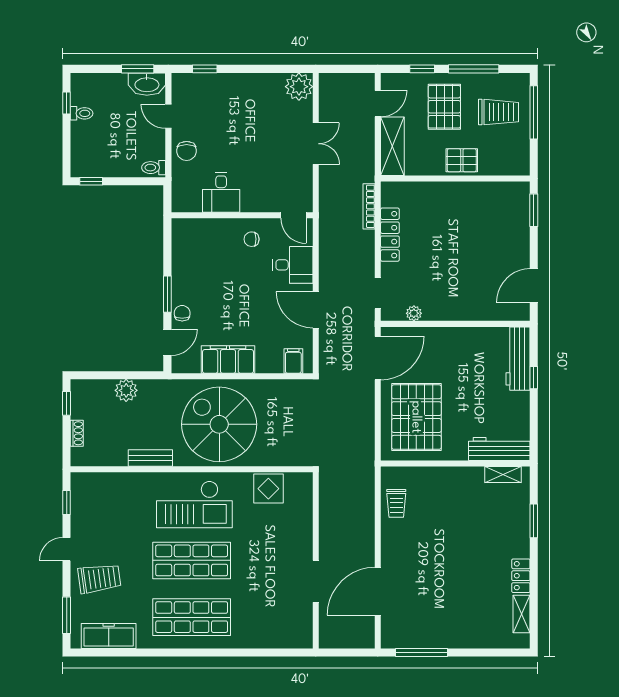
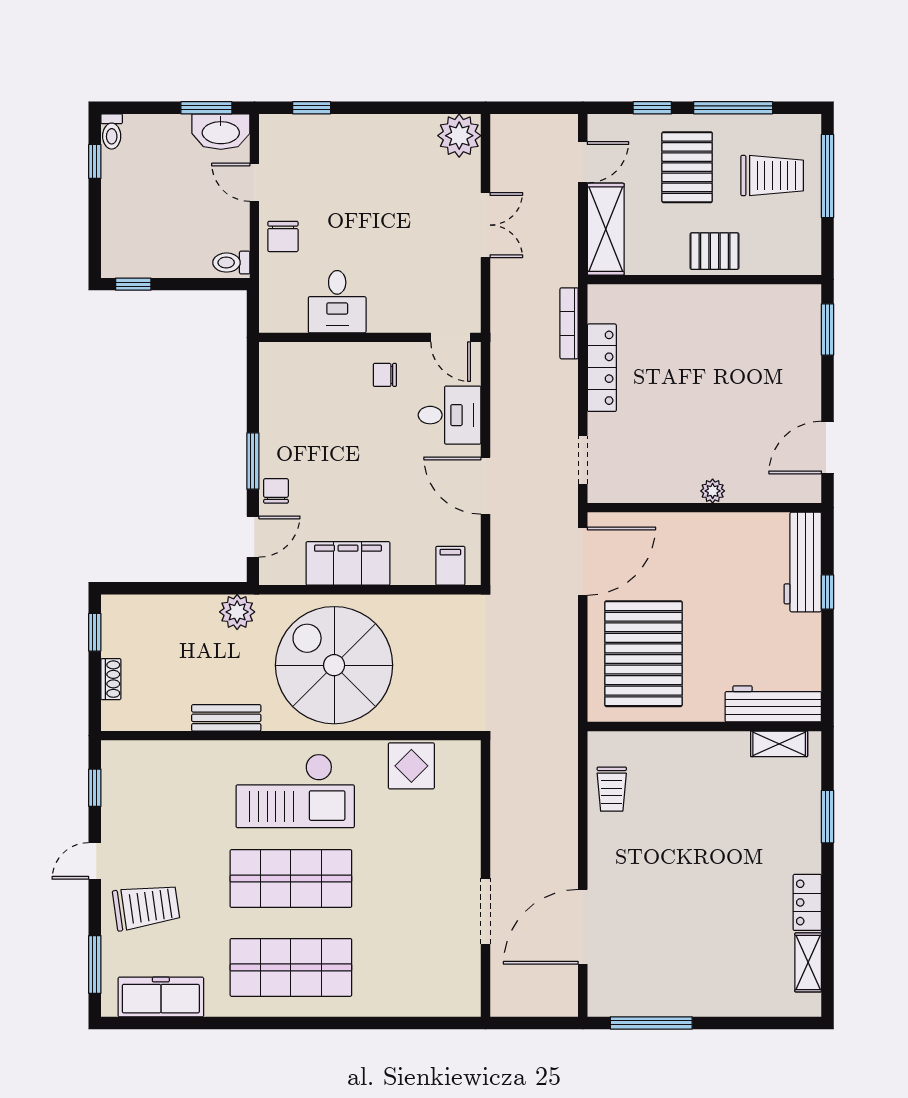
toilet: (82, 113) -> (112, 131), moved, turned 90
plant: (414, 313) -> (713, 491), moved
plant: (126, 390) -> (237, 612), moved

